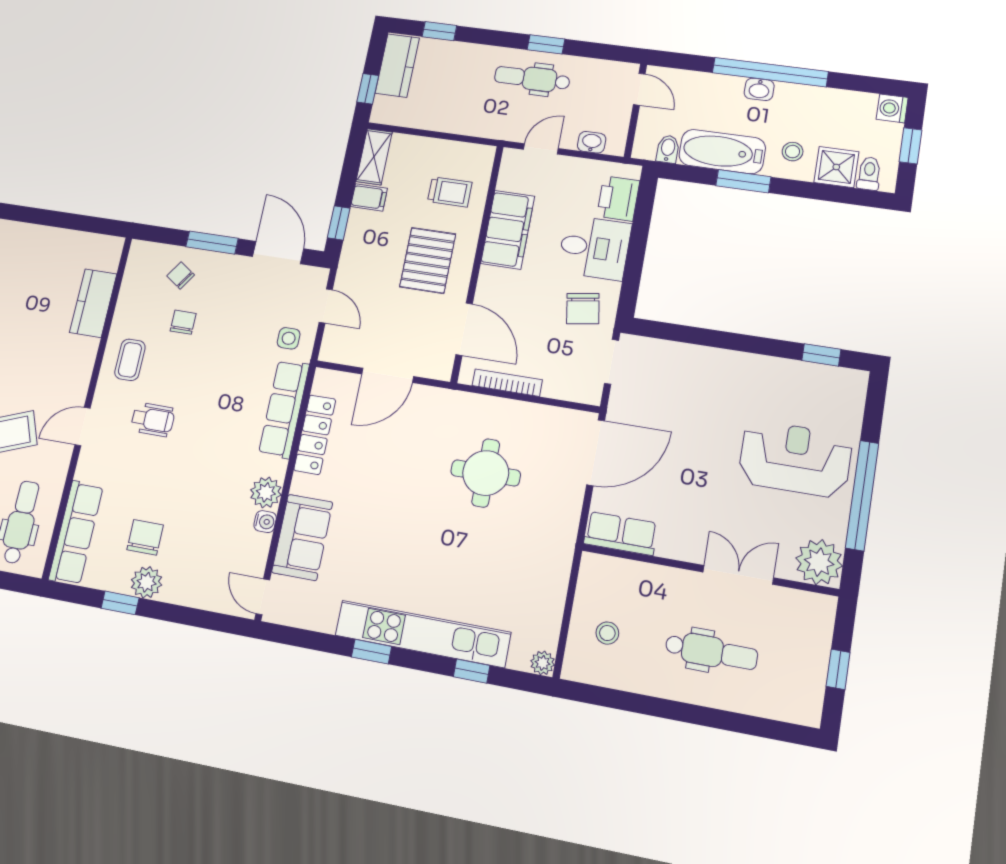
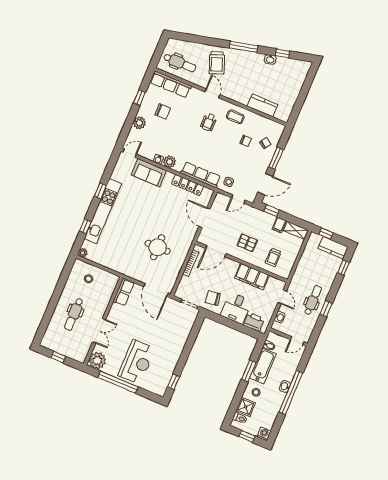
pallet: (428, 260) -> (247, 243), width x0.67, depth x0.71
plant: (147, 582) -> (139, 123), moved

